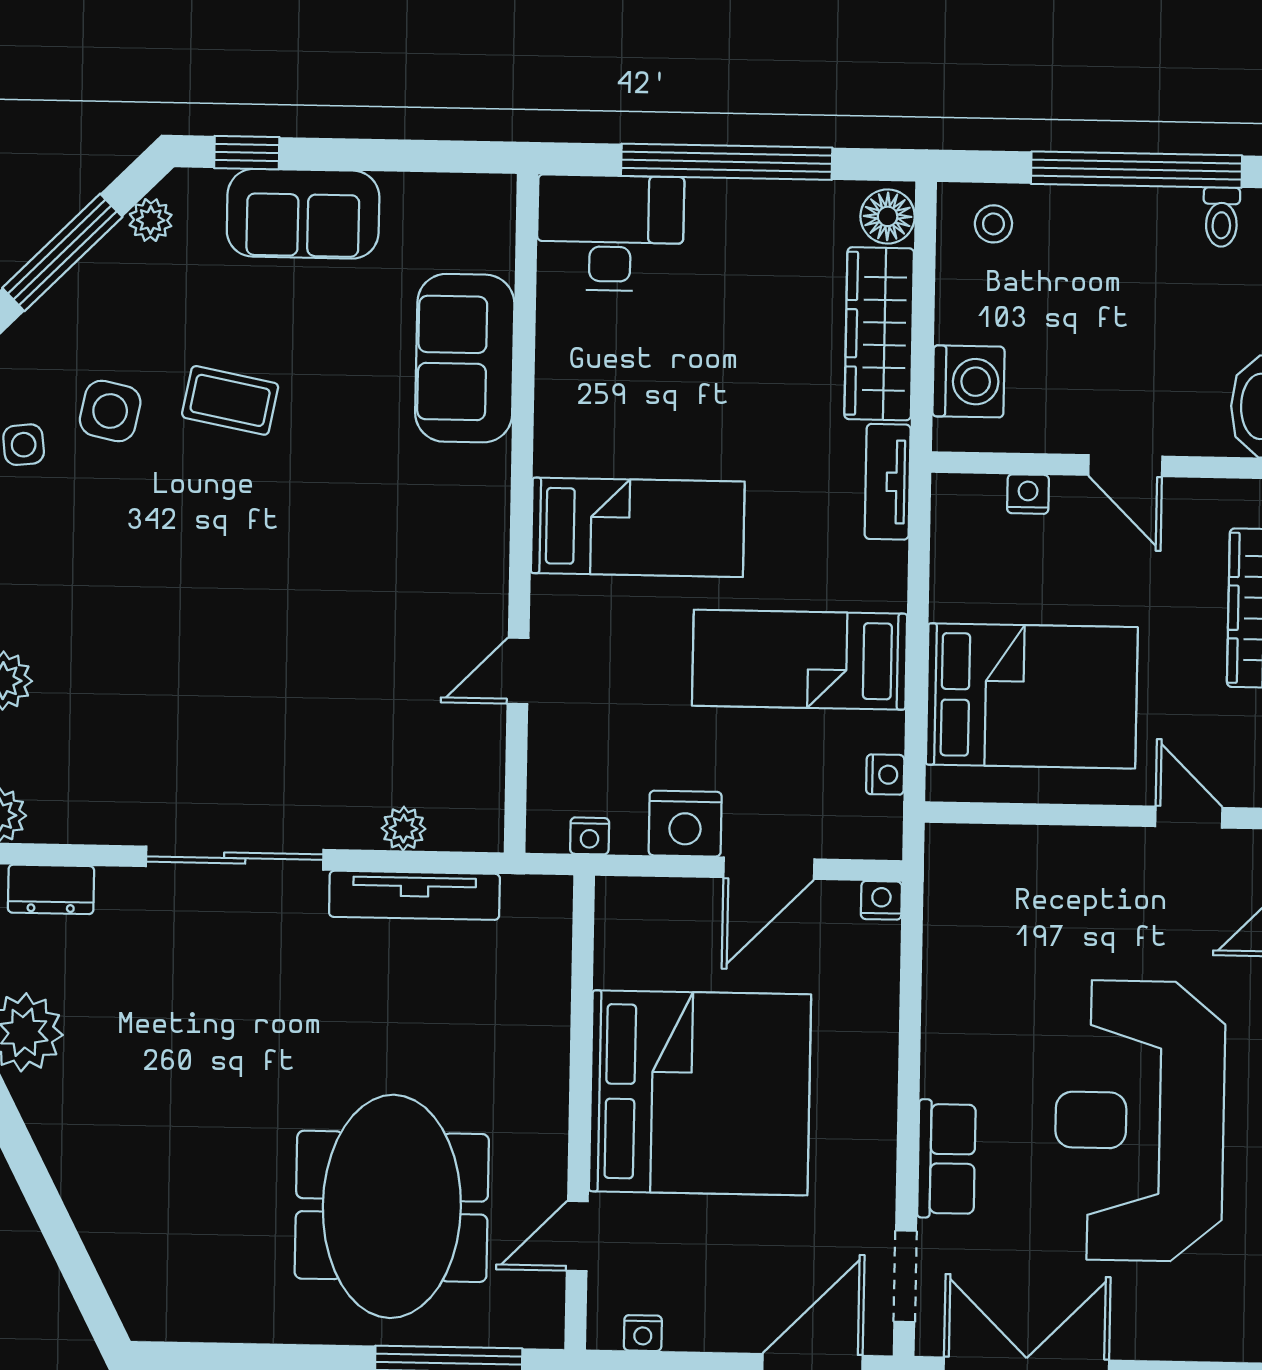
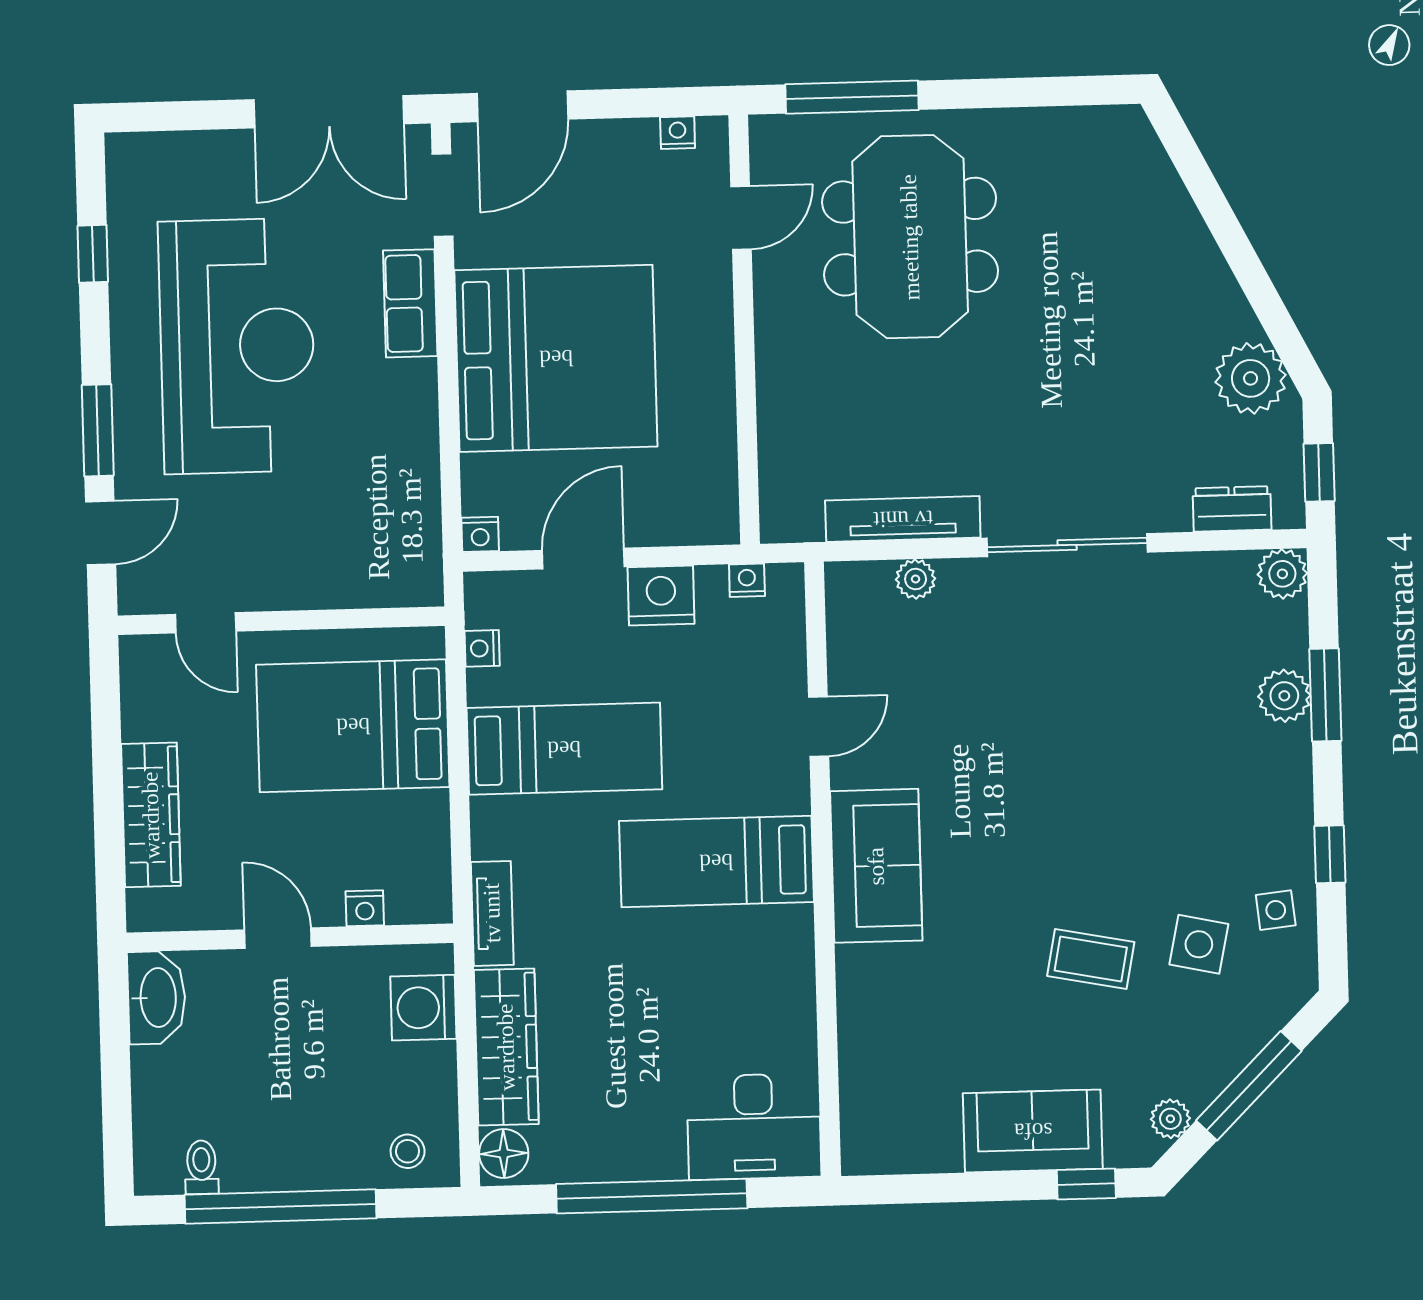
sofa: (465, 358) -> (876, 866), moved
bed: (700, 1093) -> (556, 358), moved, turned 180

